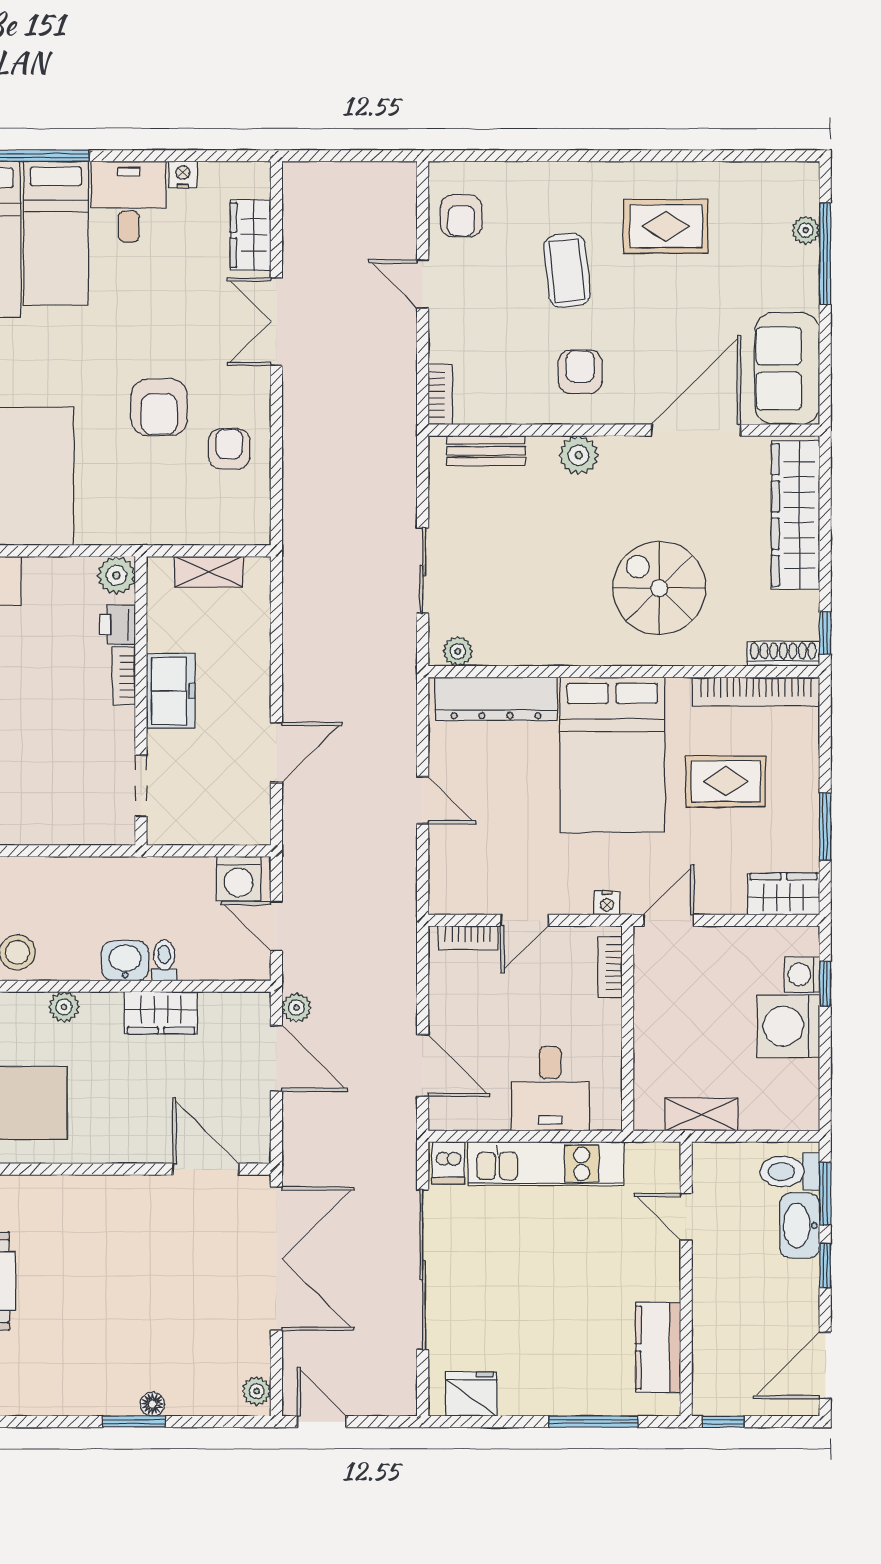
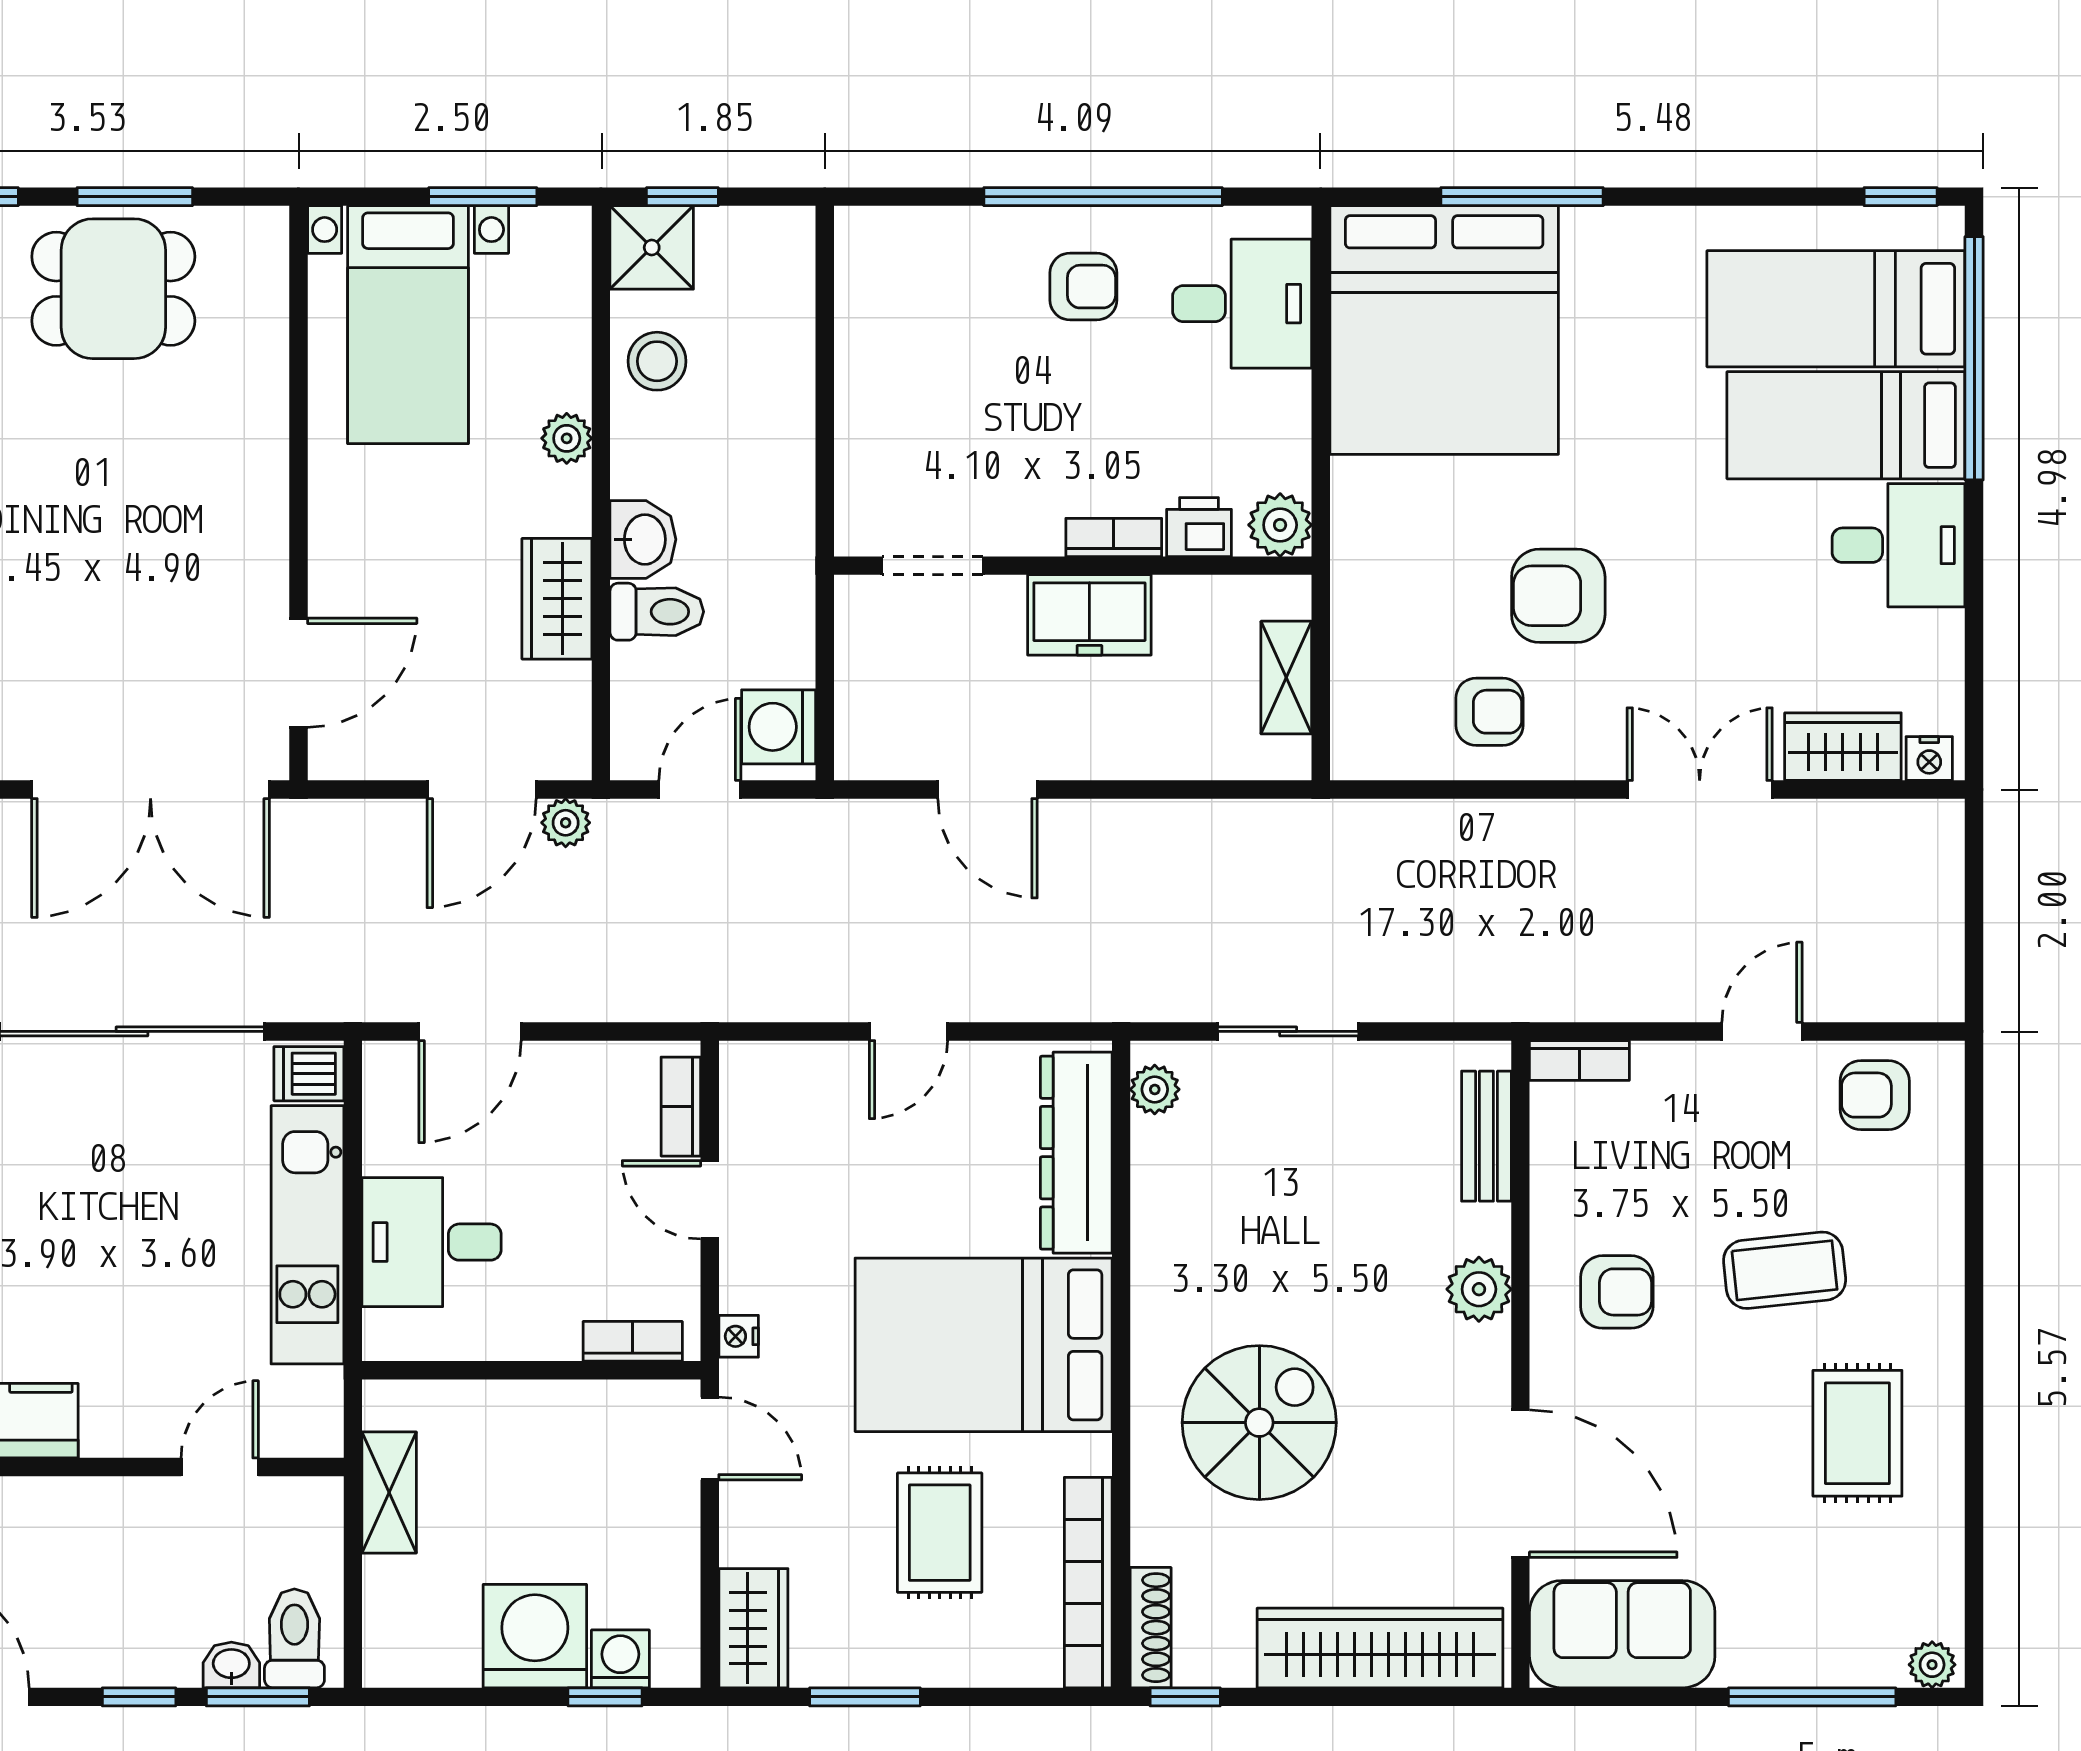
nightstand: (183, 175) -> (1929, 758), moved, turned 90
plant: (806, 230) -> (1932, 1665), moved
toilet: (164, 960) -> (657, 612), width x1.37, depth x1.39
washbasin: (800, 1225) -> (231, 1665), width x0.52, depth x0.69

